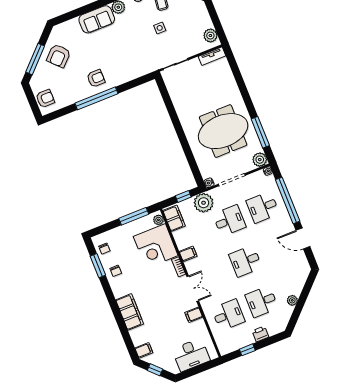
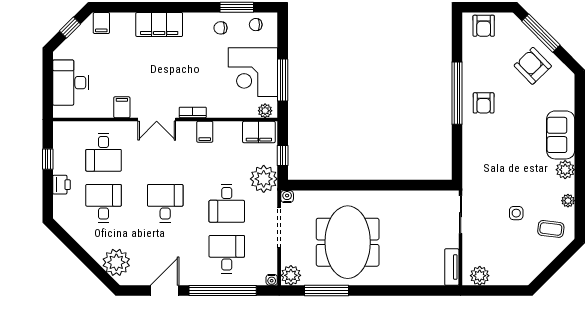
corner desk: (156, 246) -> (253, 72), moved, turned -90
plant: (292, 300) -> (116, 262), moved, width x1.88, depth x1.88

